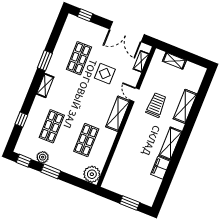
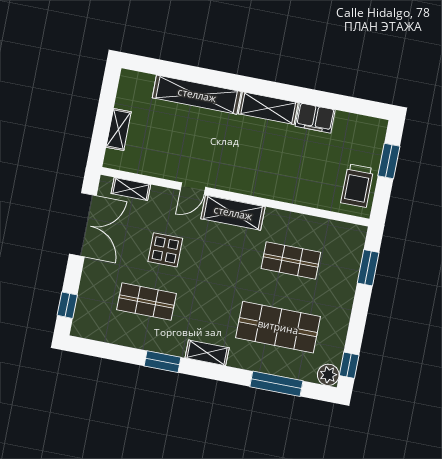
trolley: (156, 105) -> (357, 186), moved, turned -90
shelving: (185, 106) -> (197, 95), width x1.47
window: (21, 120) -> (276, 384), width x2.17
shop shelf: (52, 126) -> (278, 327), width x1.43, depth x1.36
plant: (43, 157) -> (328, 375), moved
window: (51, 171) -> (368, 268), moved
plant: (92, 174) -> (350, 239), removed

